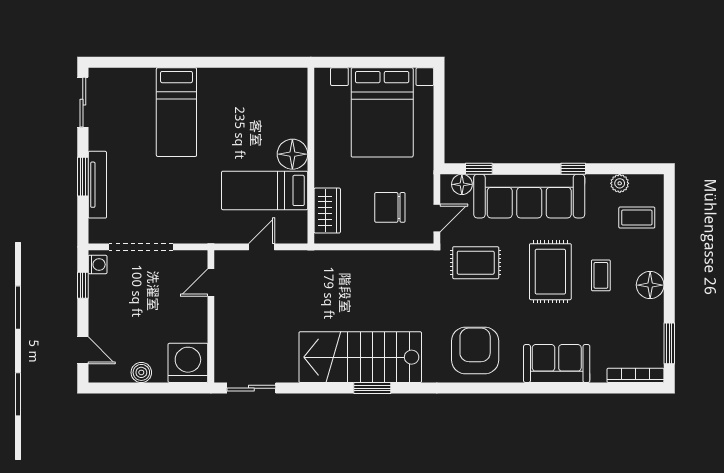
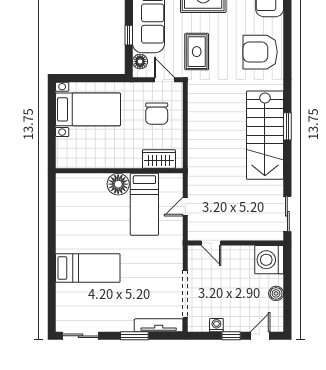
bed with nightstands: (382, 112) -> (88, 109), width x0.73
window: (479, 169) -> (129, 35), moved
tv unit: (97, 185) -> (159, 325), moved
door: (262, 247) -> (185, 206), hinge flipped
washing machine: (98, 265) -> (216, 325), moved
window: (83, 285) -> (231, 336), moved

